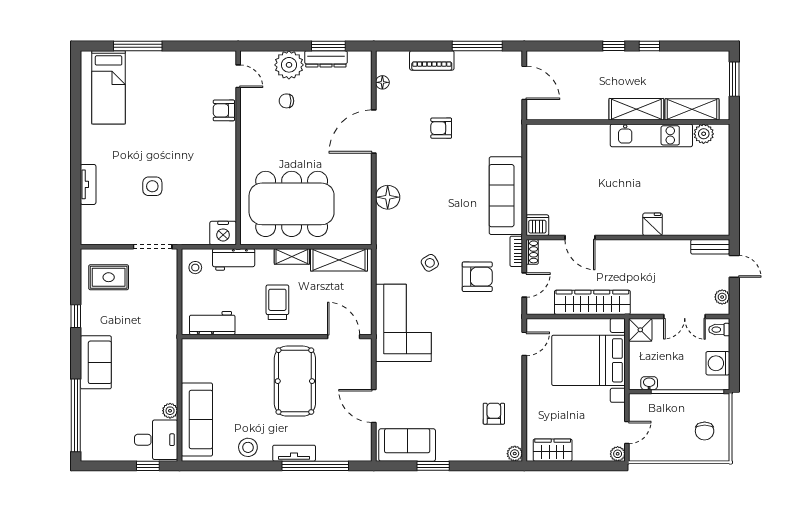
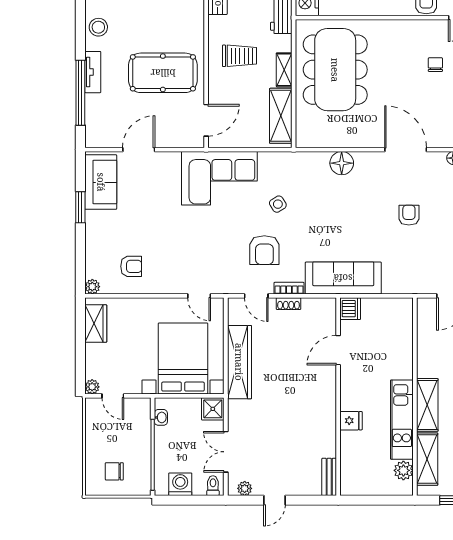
fridge: (653, 224) -> (351, 421), moved
dishwasher: (537, 225) -> (350, 309), moved
door: (580, 238) -> (338, 350), moved
wall: (628, 238) -> (338, 397), moved
bench: (710, 247) -> (329, 477), moved

